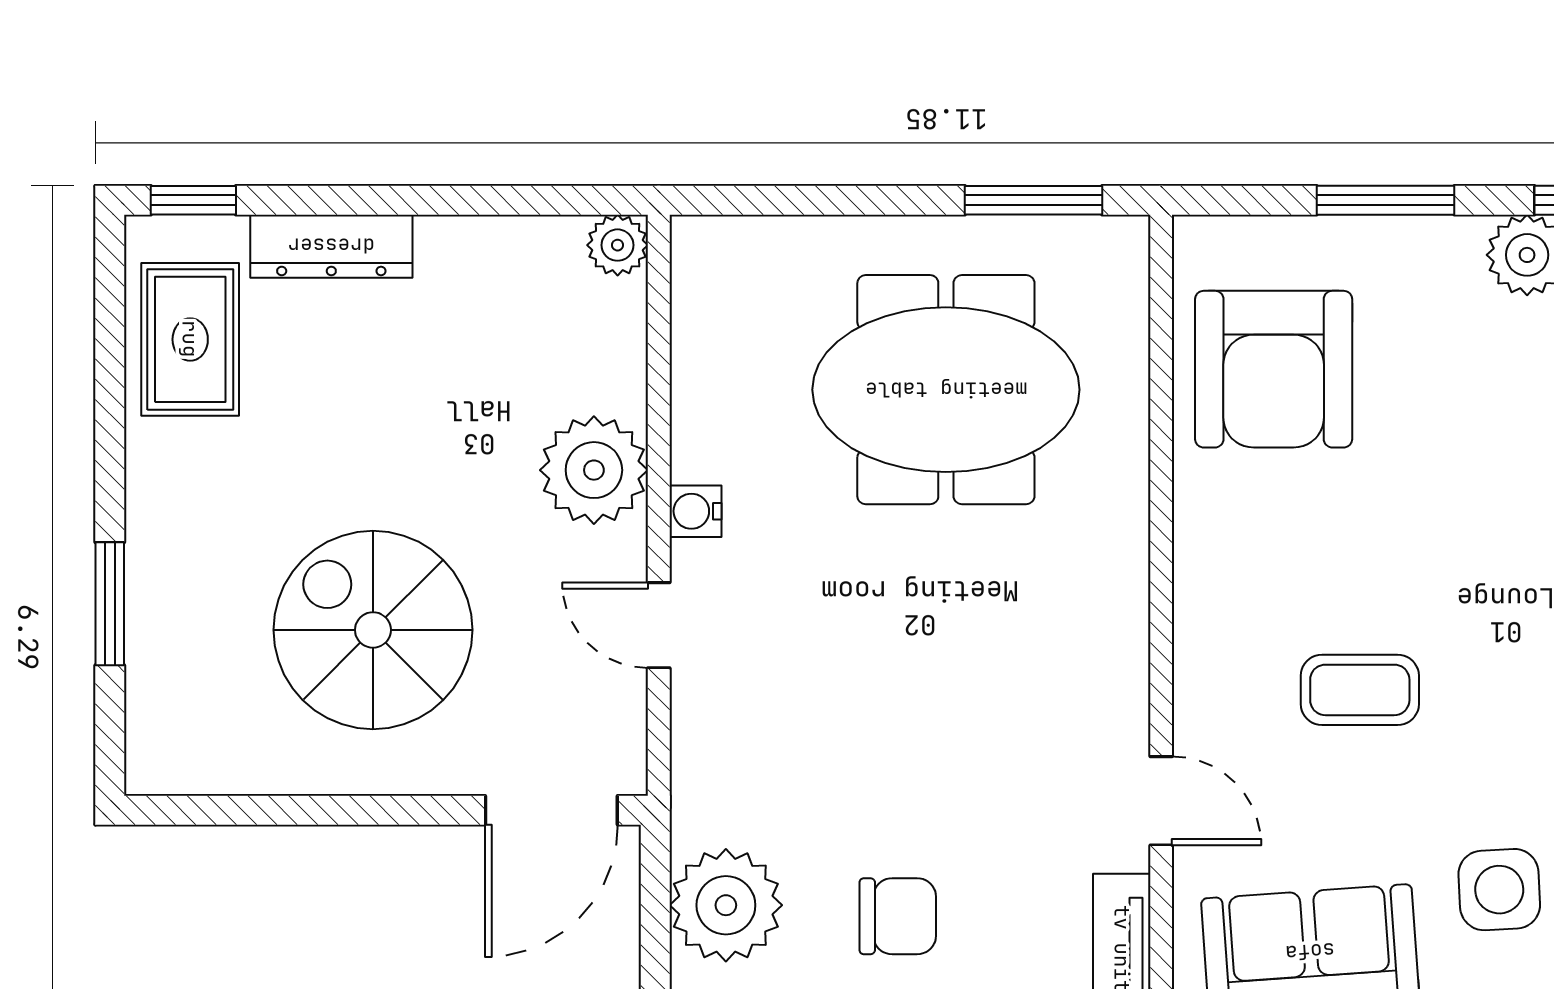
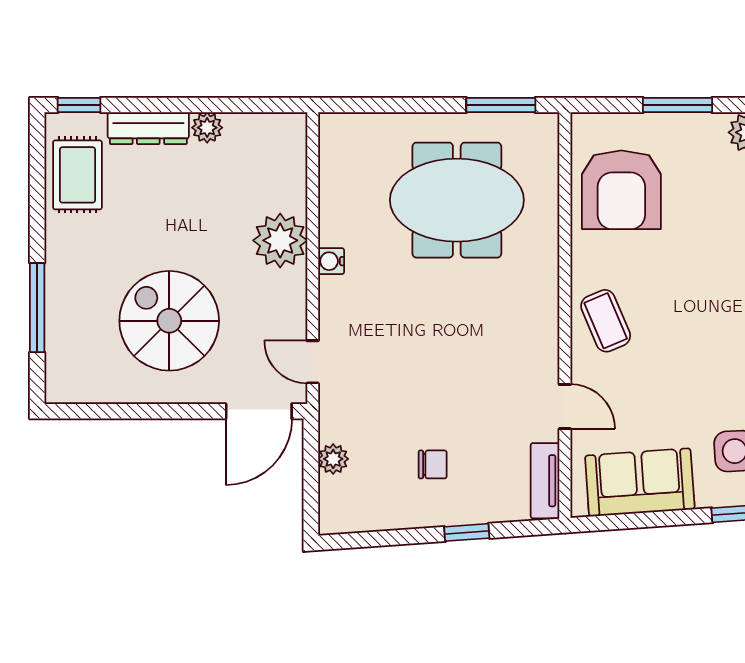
plant: (618, 245) -> (207, 128), moved
window: (110, 604) -> (37, 308), width x1.44
door: (659, 625) -> (313, 362), moved
coffee table: (1360, 690) -> (606, 321), moved, turned 67
plant: (726, 905) -> (333, 459), width x0.53, depth x0.53
chair: (898, 916) -> (433, 464), width x0.73, depth x0.73

